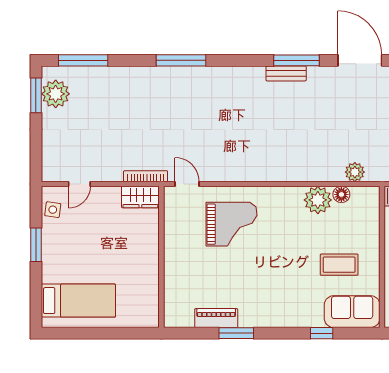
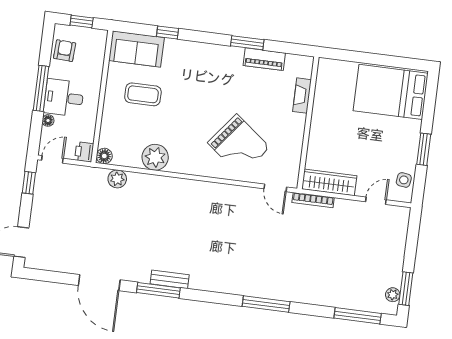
plant: (56, 94) -> (393, 295), width x0.53, depth x0.53
floor lamp: (341, 194) -> (104, 156), moved
wardrobe: (140, 197) -> (329, 182), width x1.50
grand piano: (231, 224) -> (239, 145), turned -142
fireplace: (171, 285) -> (302, 96), added
bed: (78, 301) -> (391, 92), width x1.50

